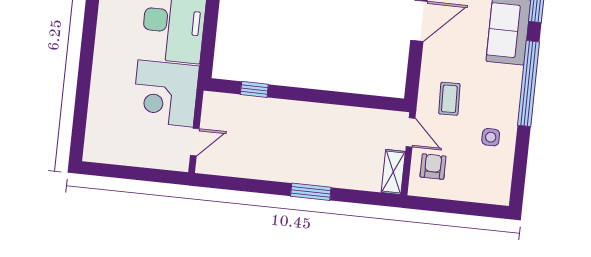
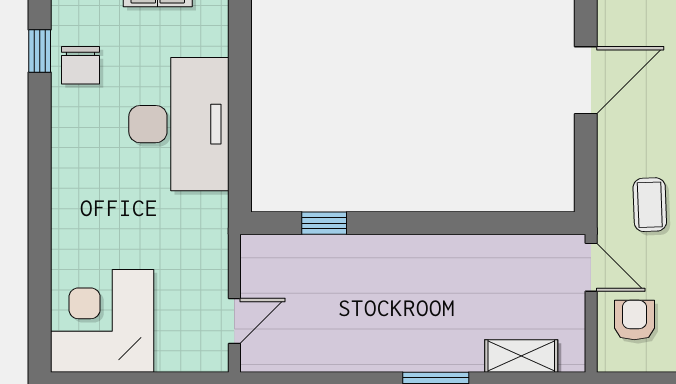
corner desk: (166, 93) -> (102, 321), moved, turned 90
shelving: (393, 172) -> (521, 356), moved, turned 90

